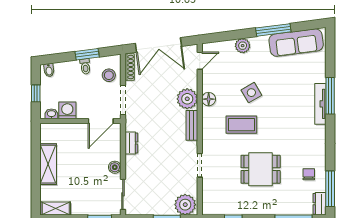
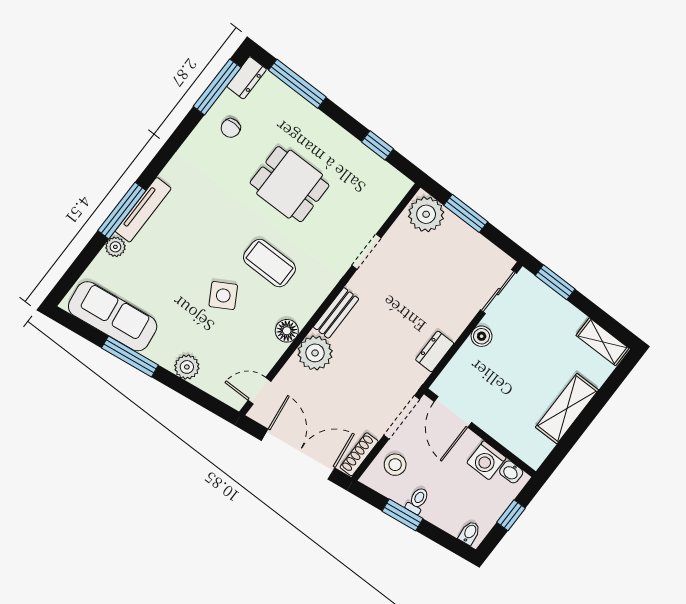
plant: (320, 76) -> (115, 247), added
door: (101, 121) -> (453, 412), swing flipped

